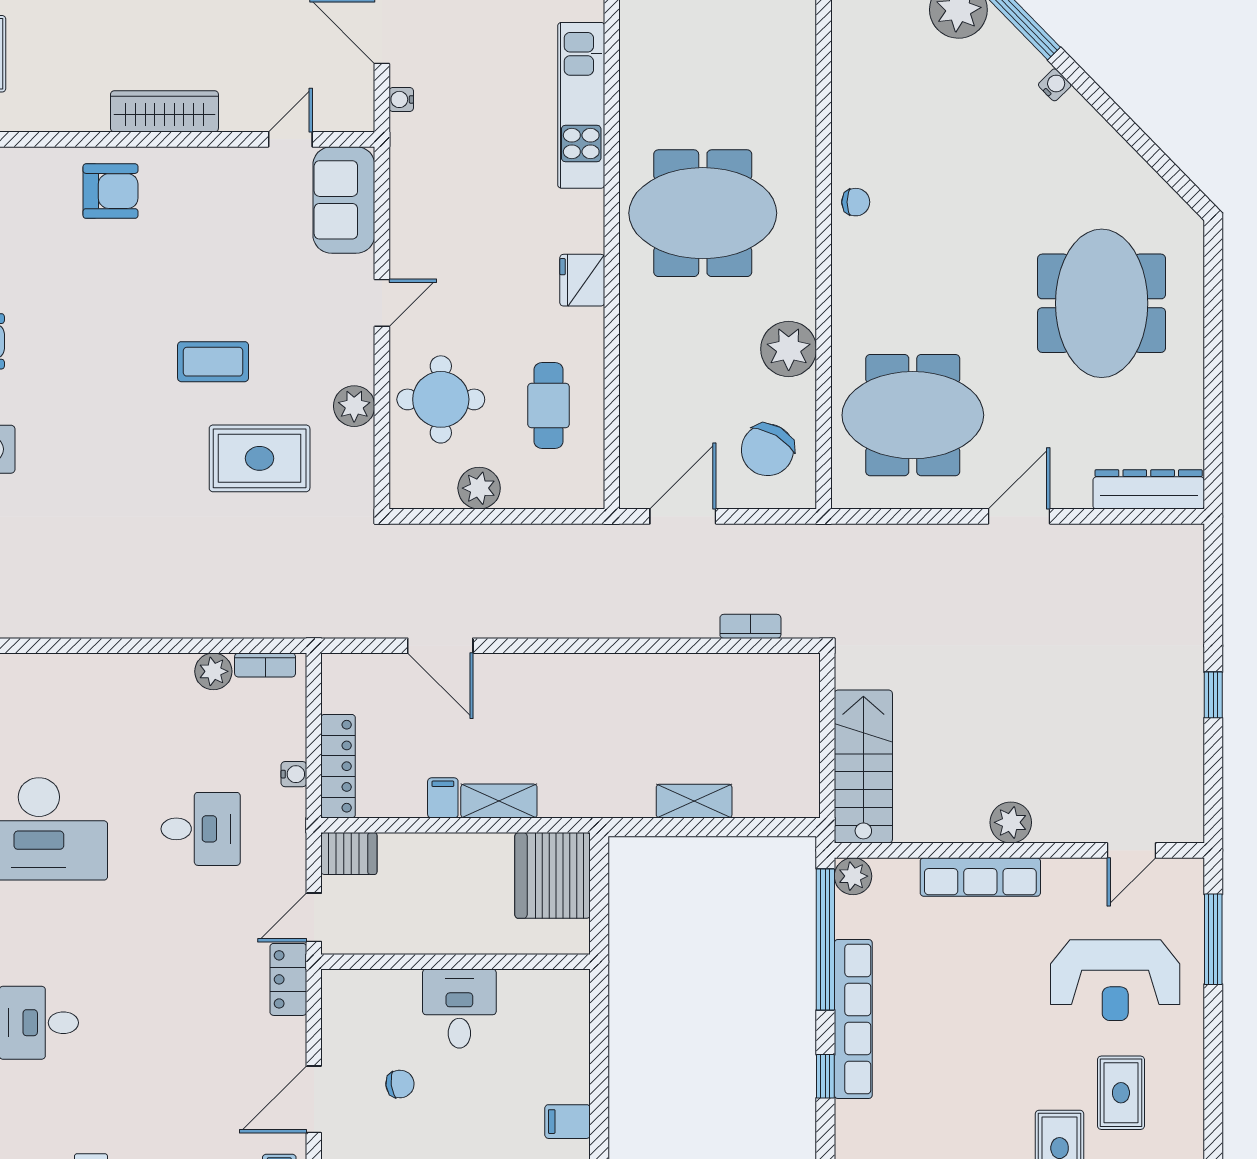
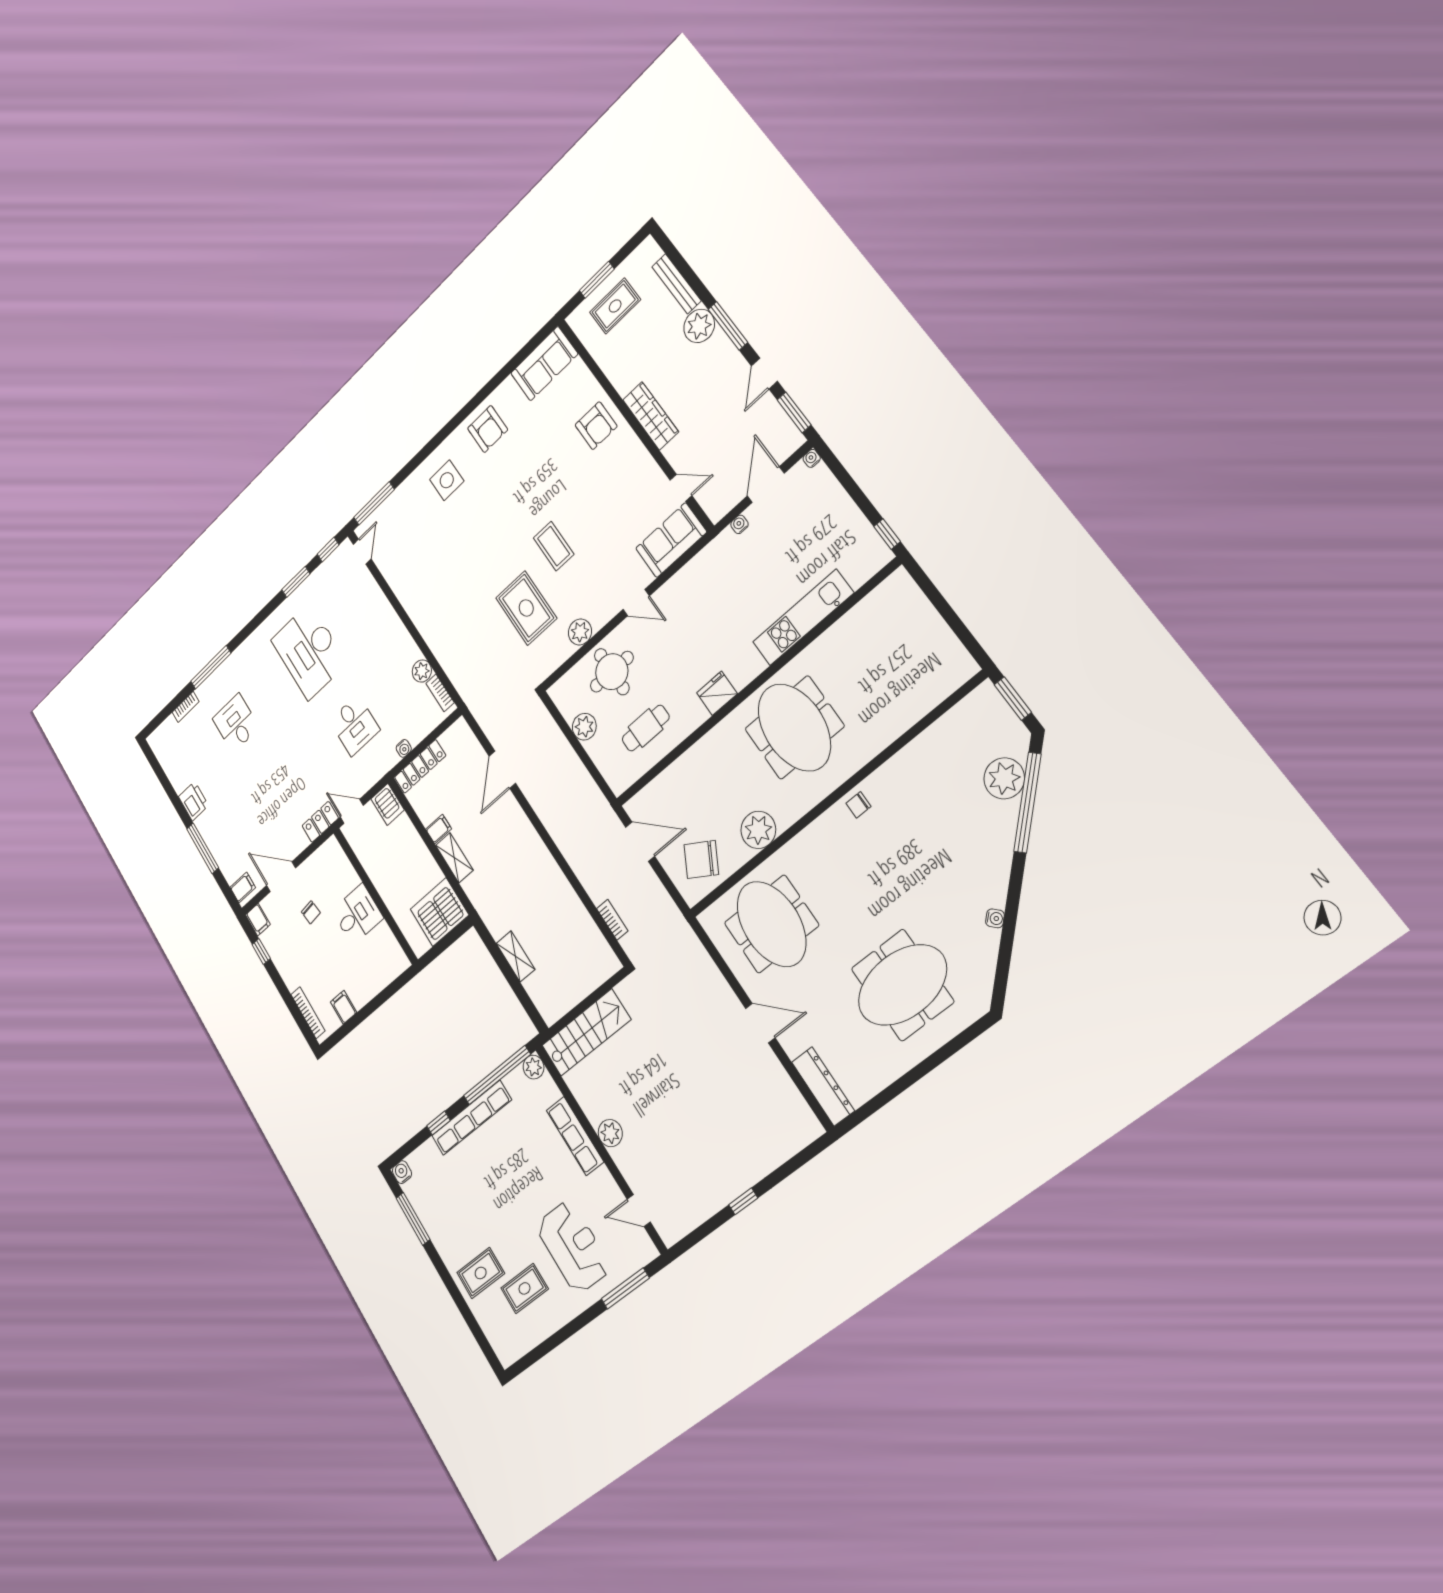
water cooler: (1055, 85) -> (995, 918), moved
chair: (856, 202) -> (858, 805), turned 90
reception desk: (1115, 980) -> (573, 1247), turned 180

